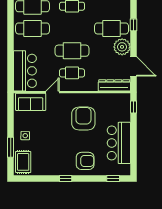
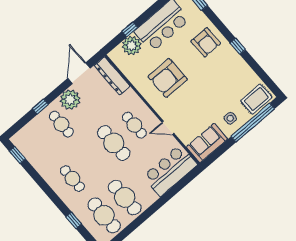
cafe table: (112, 28) -> (61, 124), width x0.73, depth x0.74
sofa: (31, 102) -> (207, 143), moved, turned -90
window: (133, 107) -> (130, 29), moved
plant: (123, 114) -> (132, 46), added
window: (11, 147) -> (253, 123), width x2.11
armchair: (85, 161) -> (206, 42), turned 180

